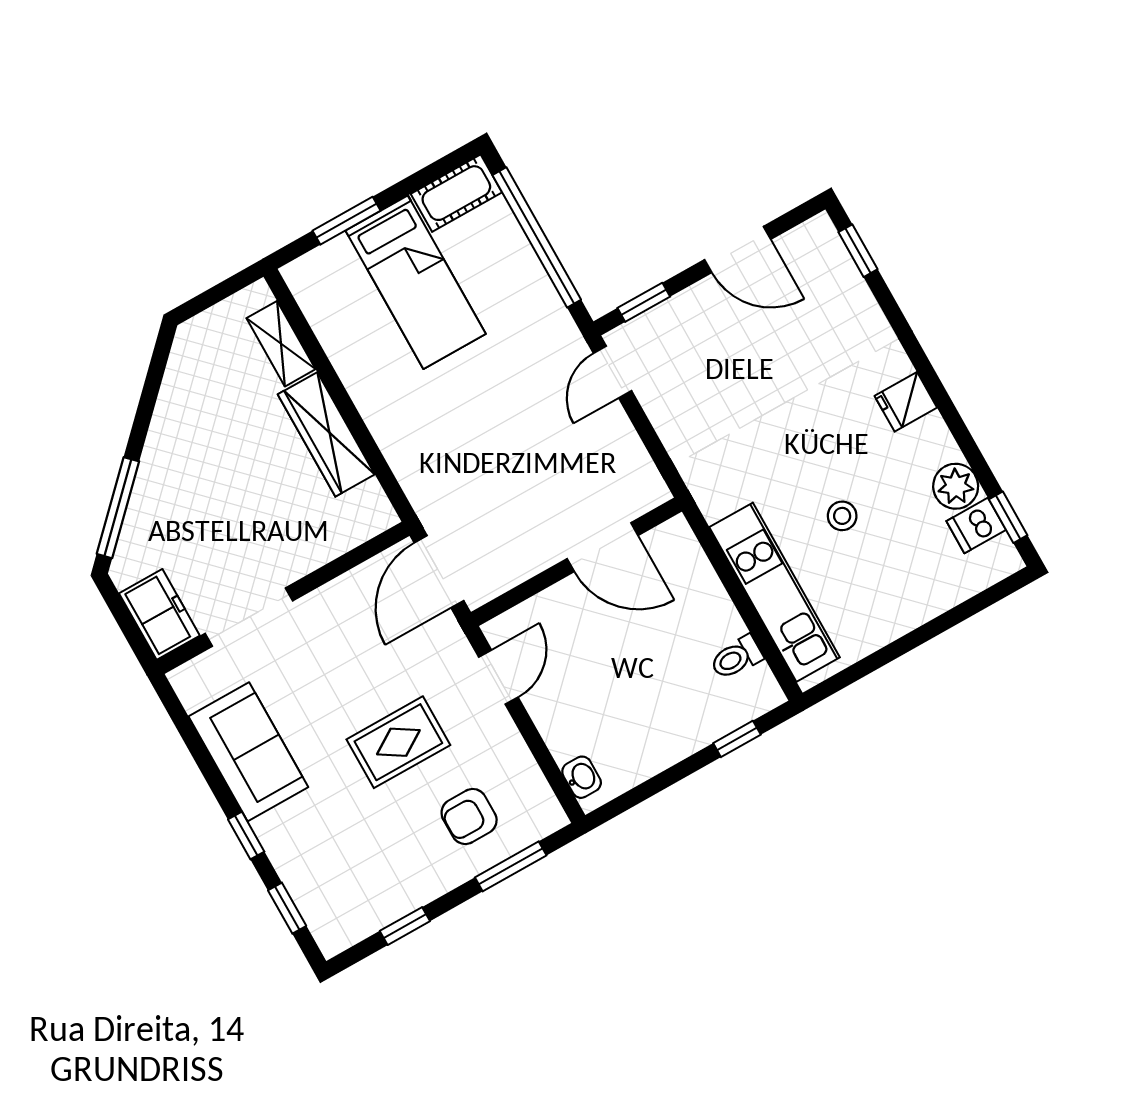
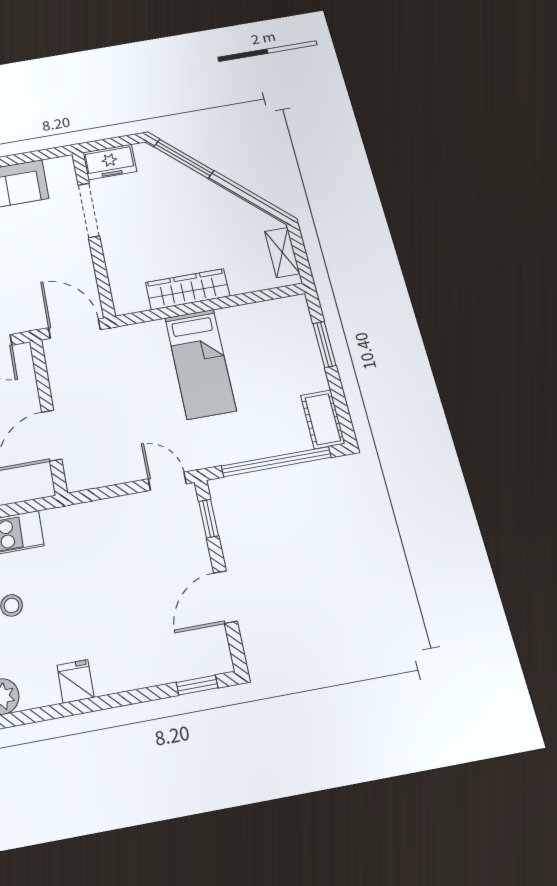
bed: (416, 282) -> (200, 364), moved, turned -90
shelving: (281, 344) -> (282, 252), moved, turned 90

